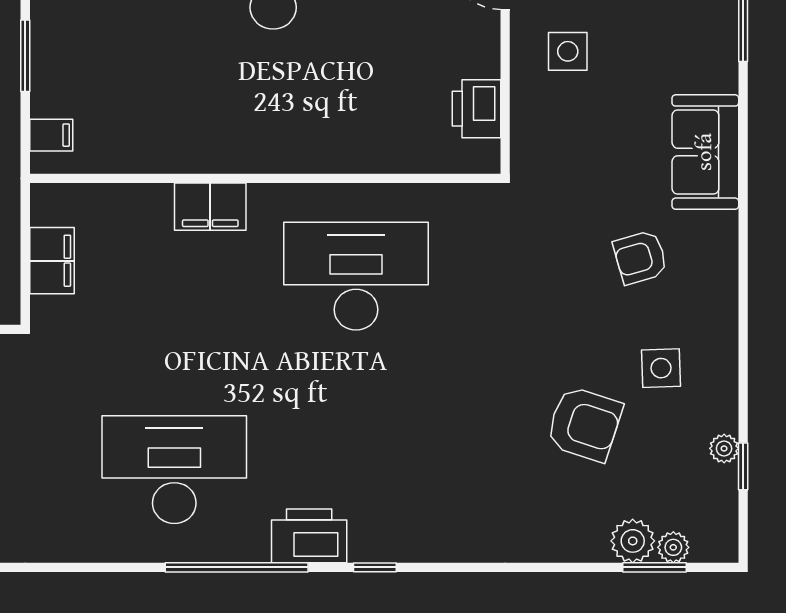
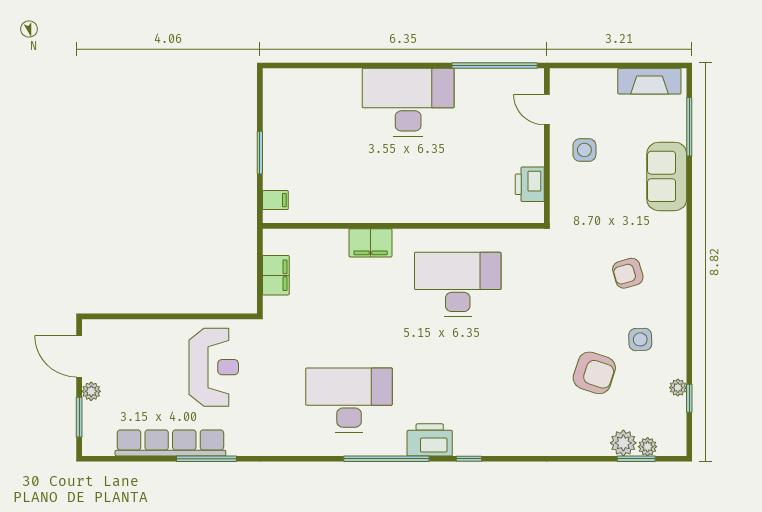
sofa: (705, 152) -> (667, 176), moved

